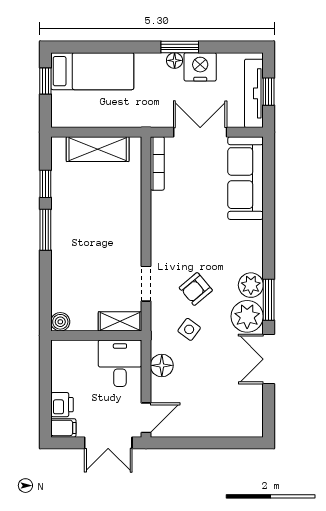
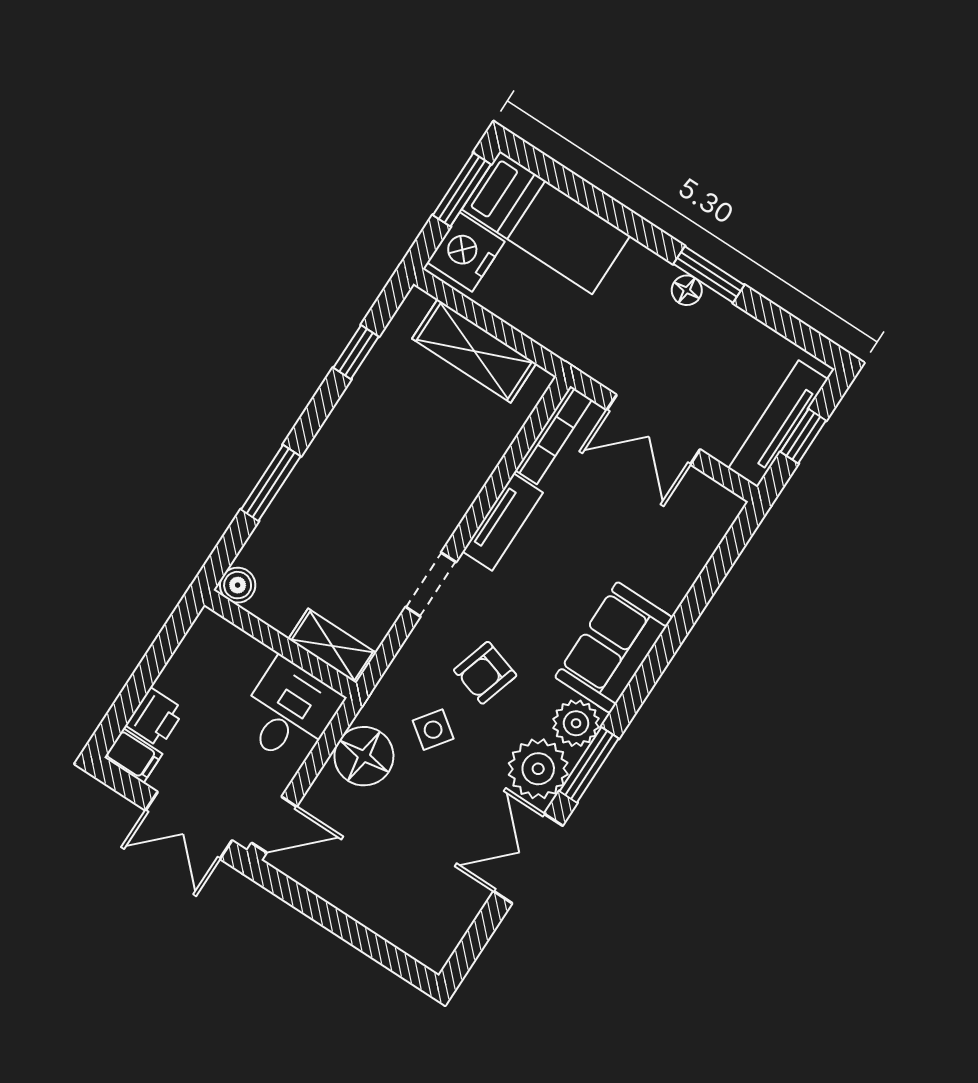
nightstand: (200, 67) -> (466, 252), moved, turned -90
window: (45, 81) -> (462, 190), width x1.50
double door: (200, 132) -> (653, 430), swing flipped
sofa: (246, 178) -> (614, 647), moved, width x0.73
tv unit: (160, 217) -> (503, 522), added
window: (45, 230) -> (271, 483), moved
doorway: (146, 284) -> (431, 584), moved
armchair: (196, 289) -> (485, 673), turned -33
floor lamp: (162, 365) -> (364, 756), width x1.38, depth x1.38

